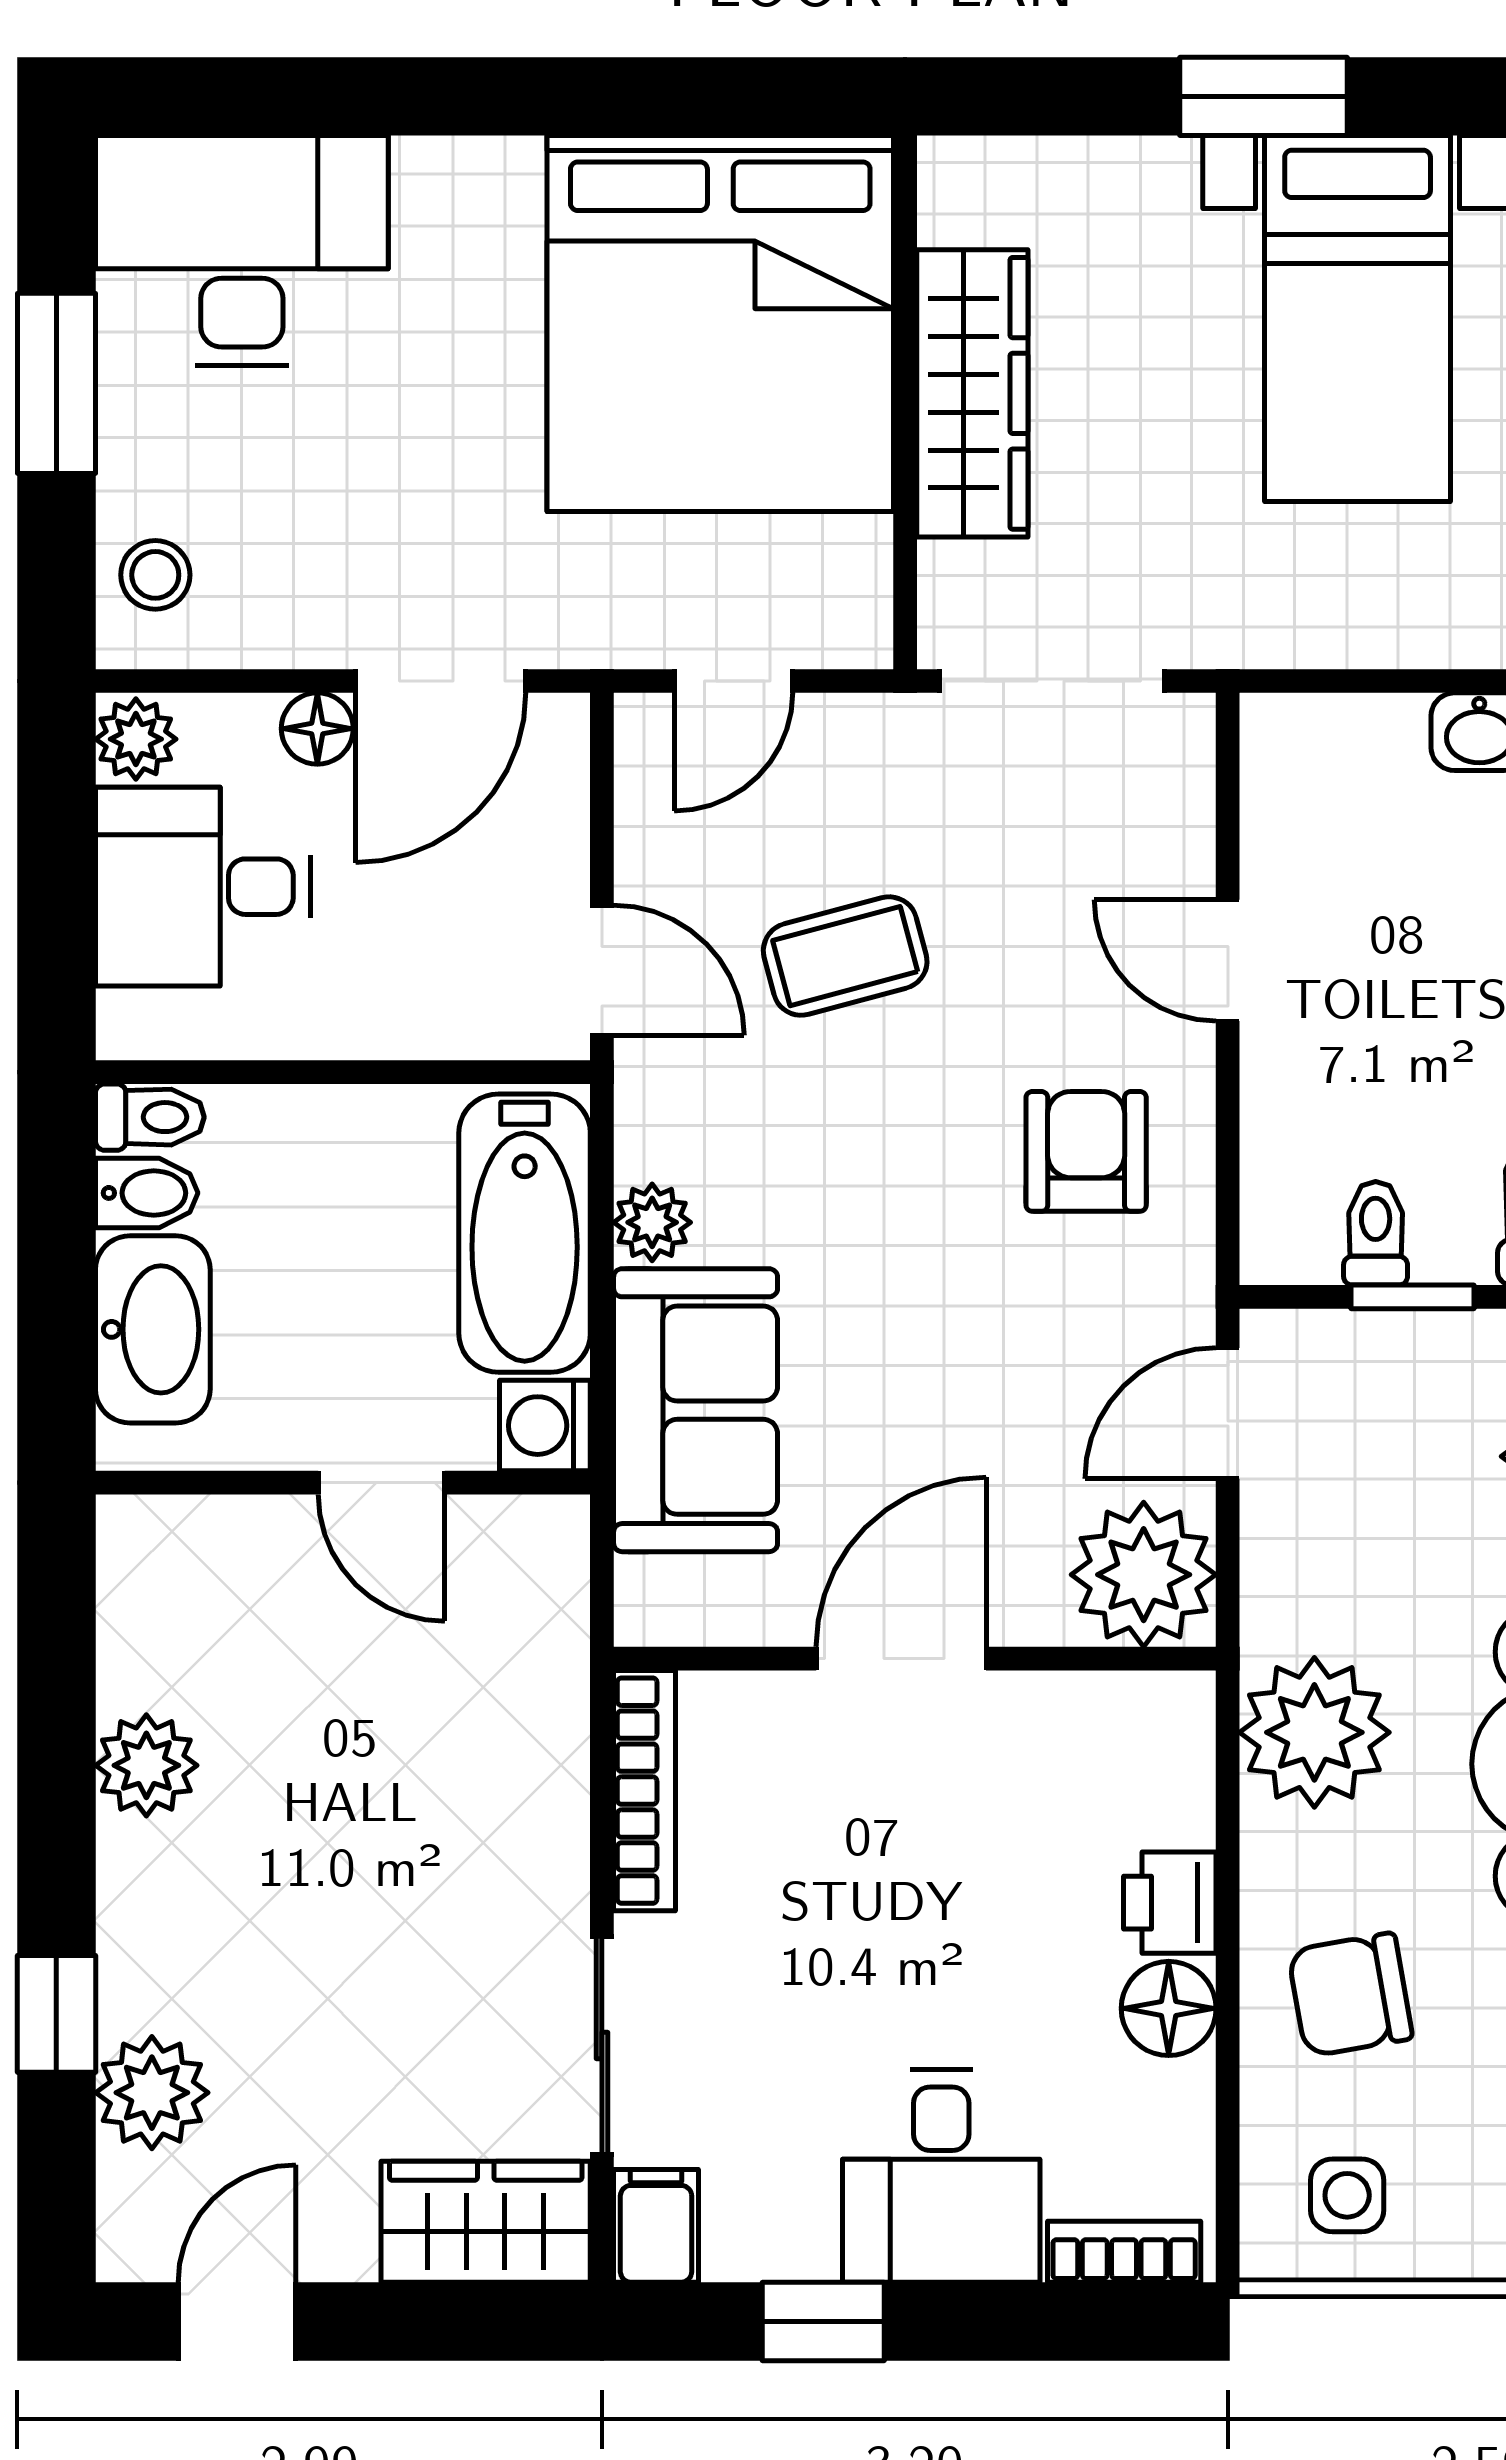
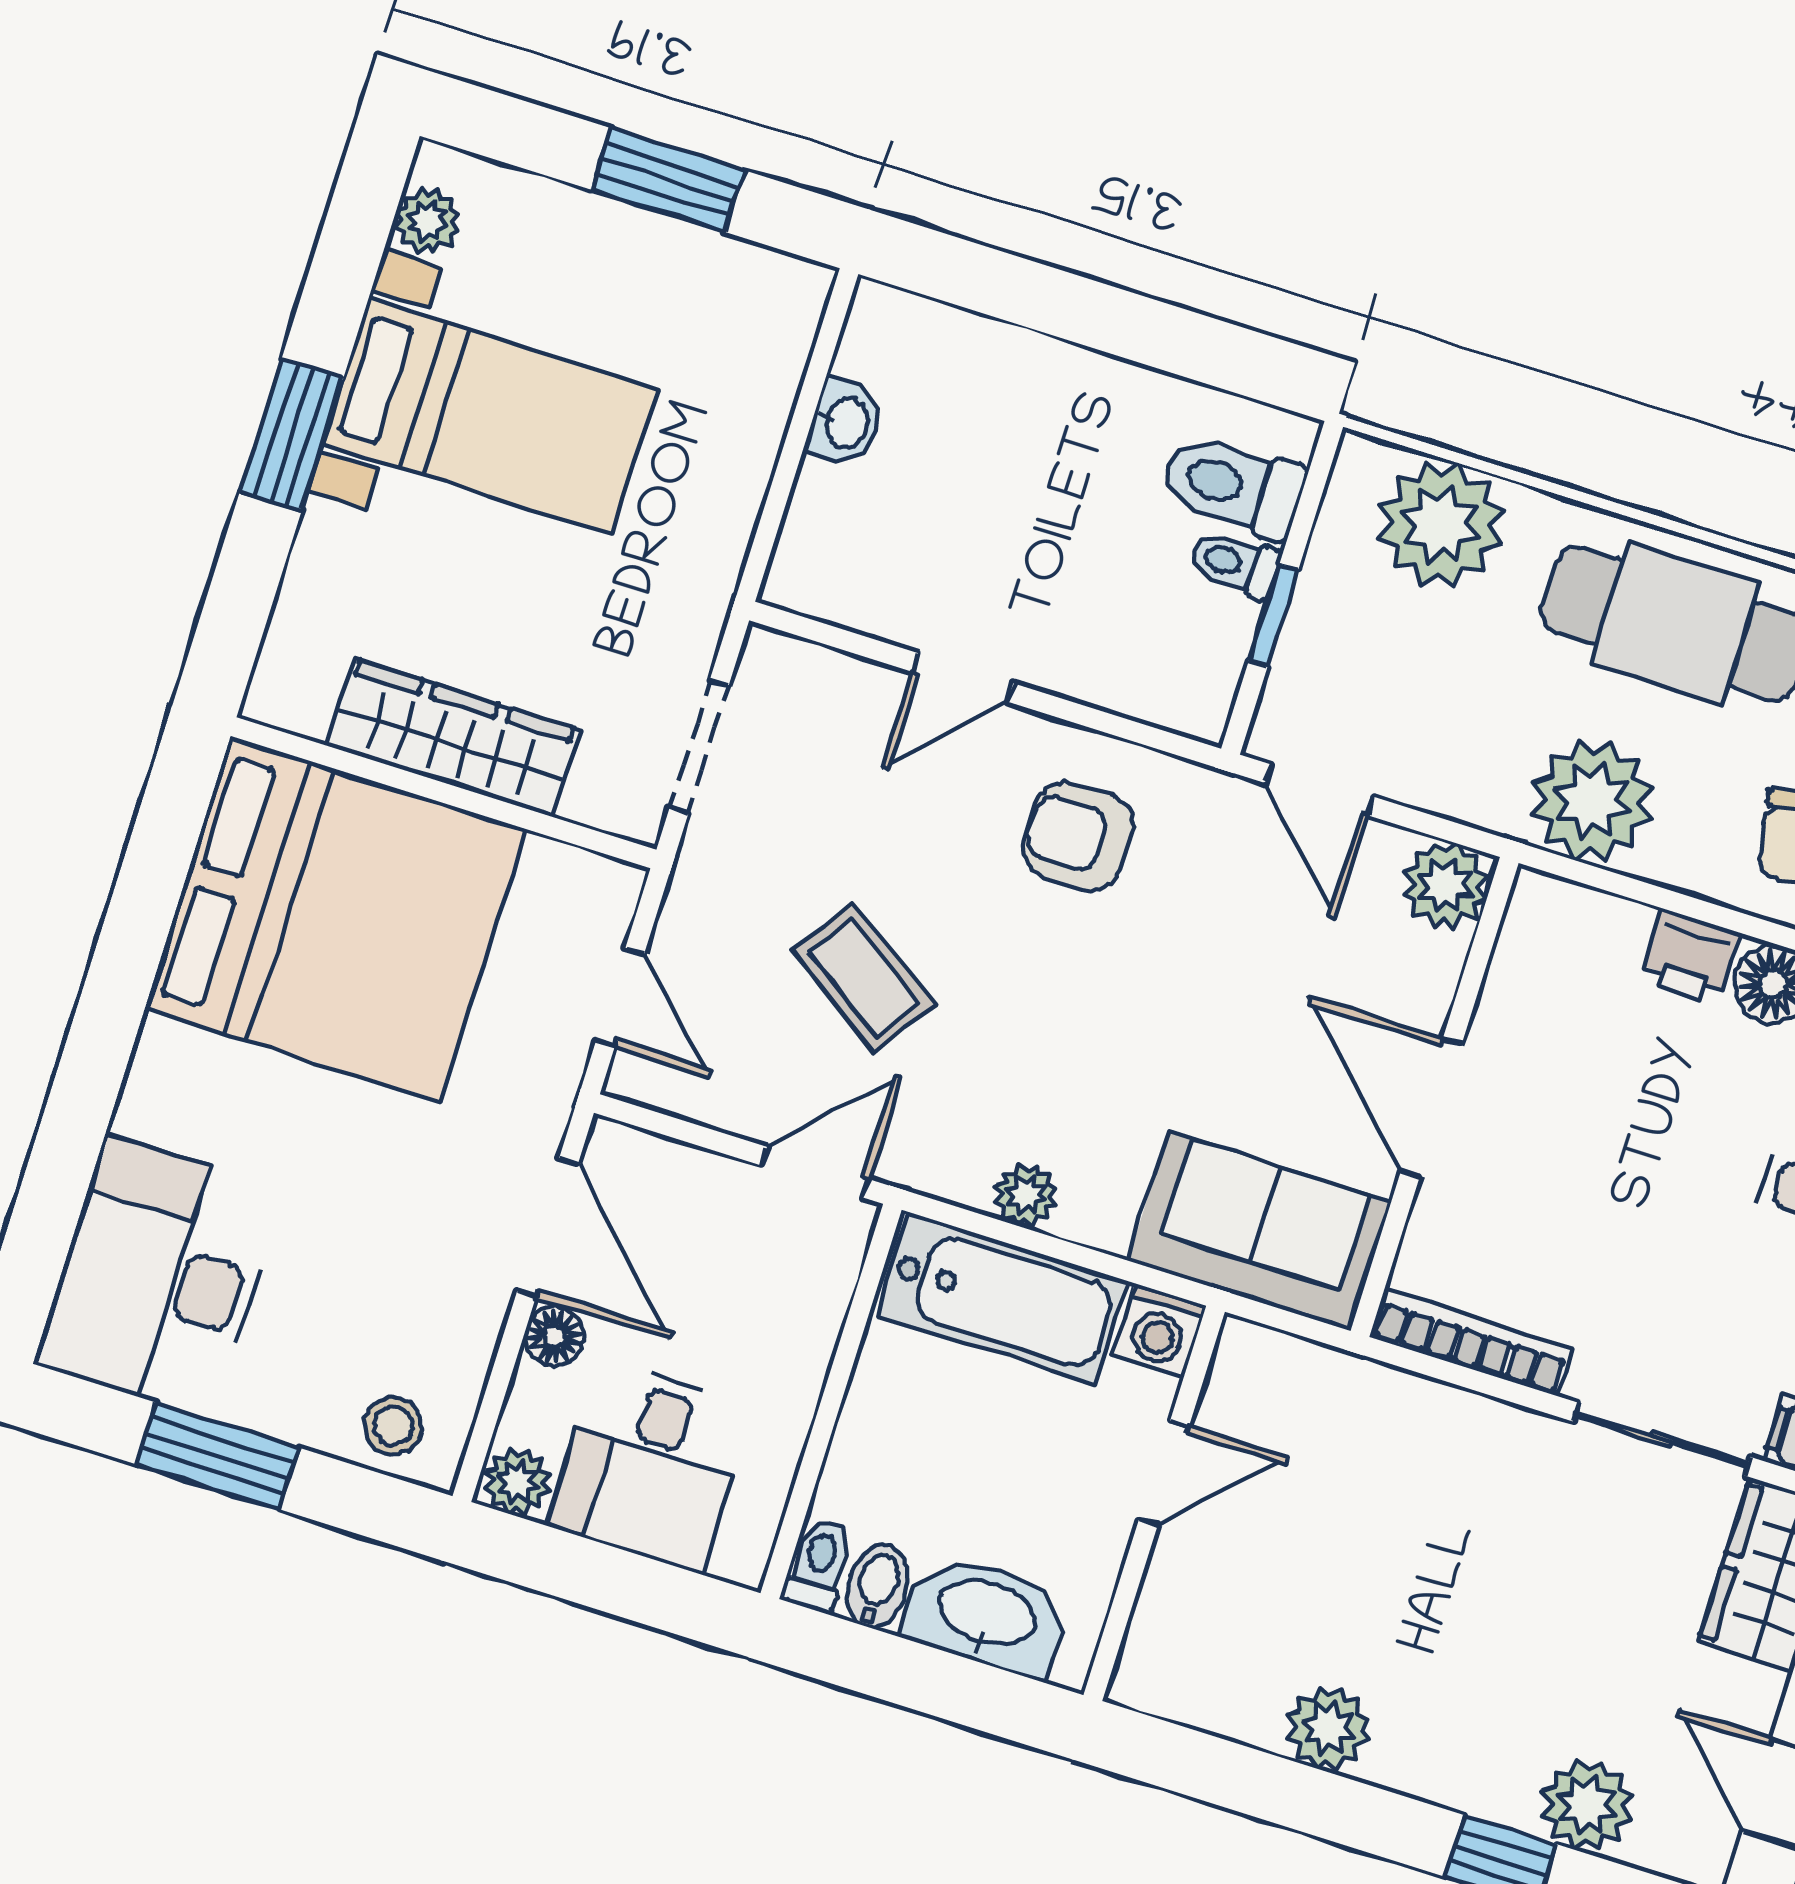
doorway: (1052, 681) -> (699, 747), width x0.73
coffee table: (845, 956) -> (864, 977), turned -41
toilet: (1376, 1233) -> (1235, 564), moved
sofa: (696, 1410) -> (1260, 1231), moved
plant: (1144, 1575) -> (1445, 886), width x0.73, depth x0.73

